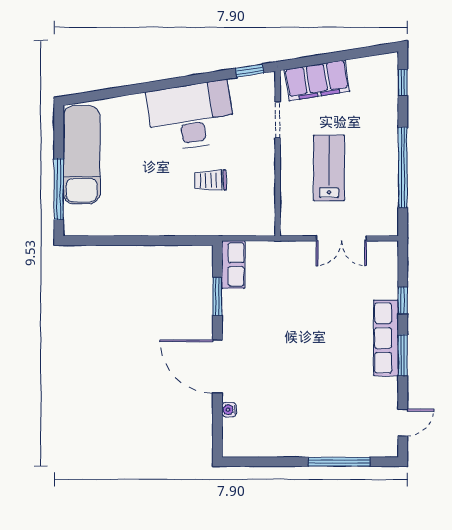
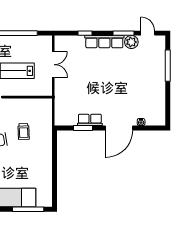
row of seats: (233, 265) -> (90, 120), moved
window: (403, 355) -> (123, 33), moved
plant: (385, 391) -> (131, 42), added

